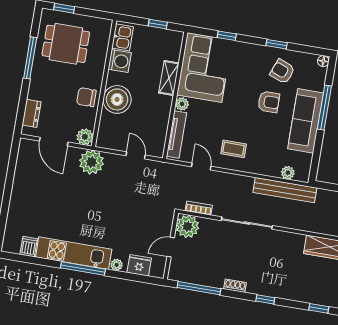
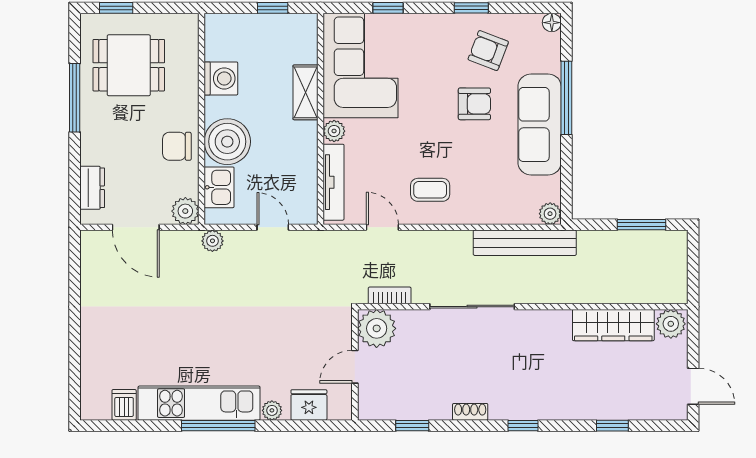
kitchen sink: (123, 37) -> (219, 187), moved
plant: (91, 162) -> (212, 241), width x0.53, depth x0.53
plant: (288, 173) -> (550, 214), moved
window: (199, 288) -> (412, 426), width x0.46

